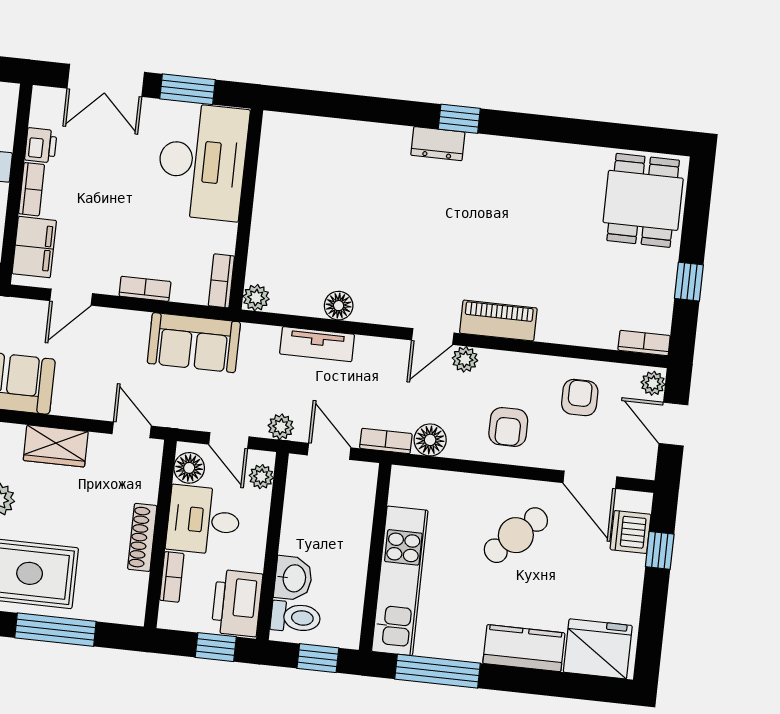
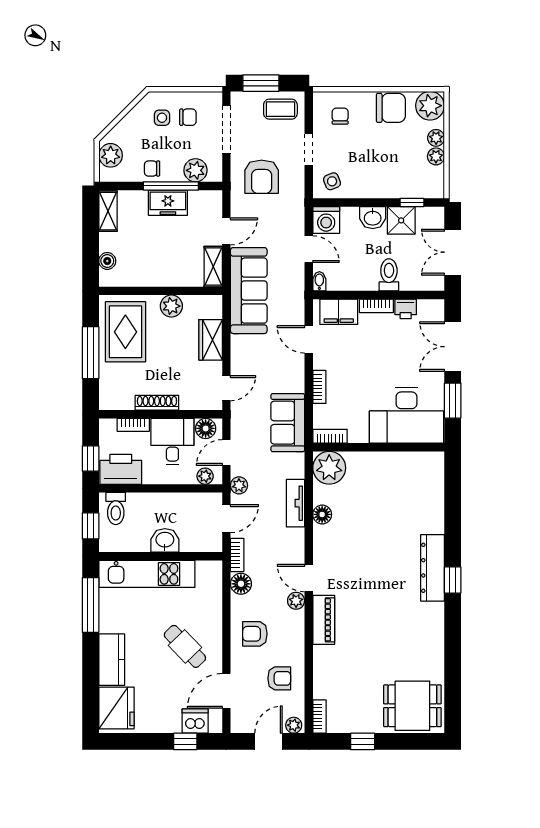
dresser: (438, 144) -> (433, 568), width x1.96, depth x1.24
plant: (256, 298) -> (329, 468), width x1.87, depth x1.87
washbasin: (293, 578) -> (165, 540), moved, turned 180

